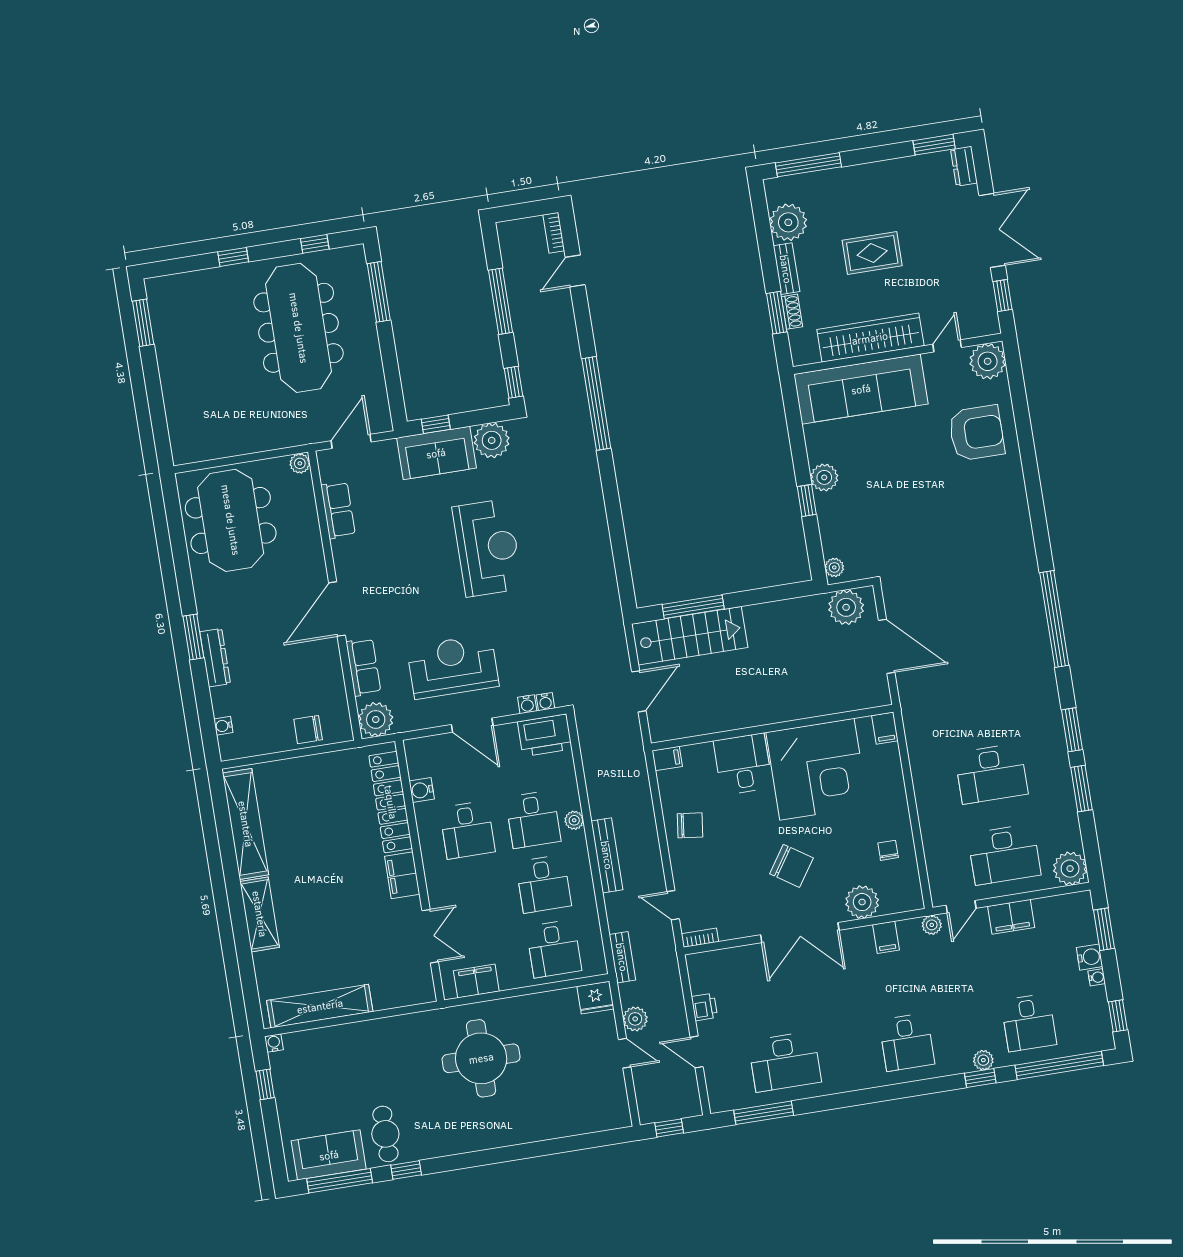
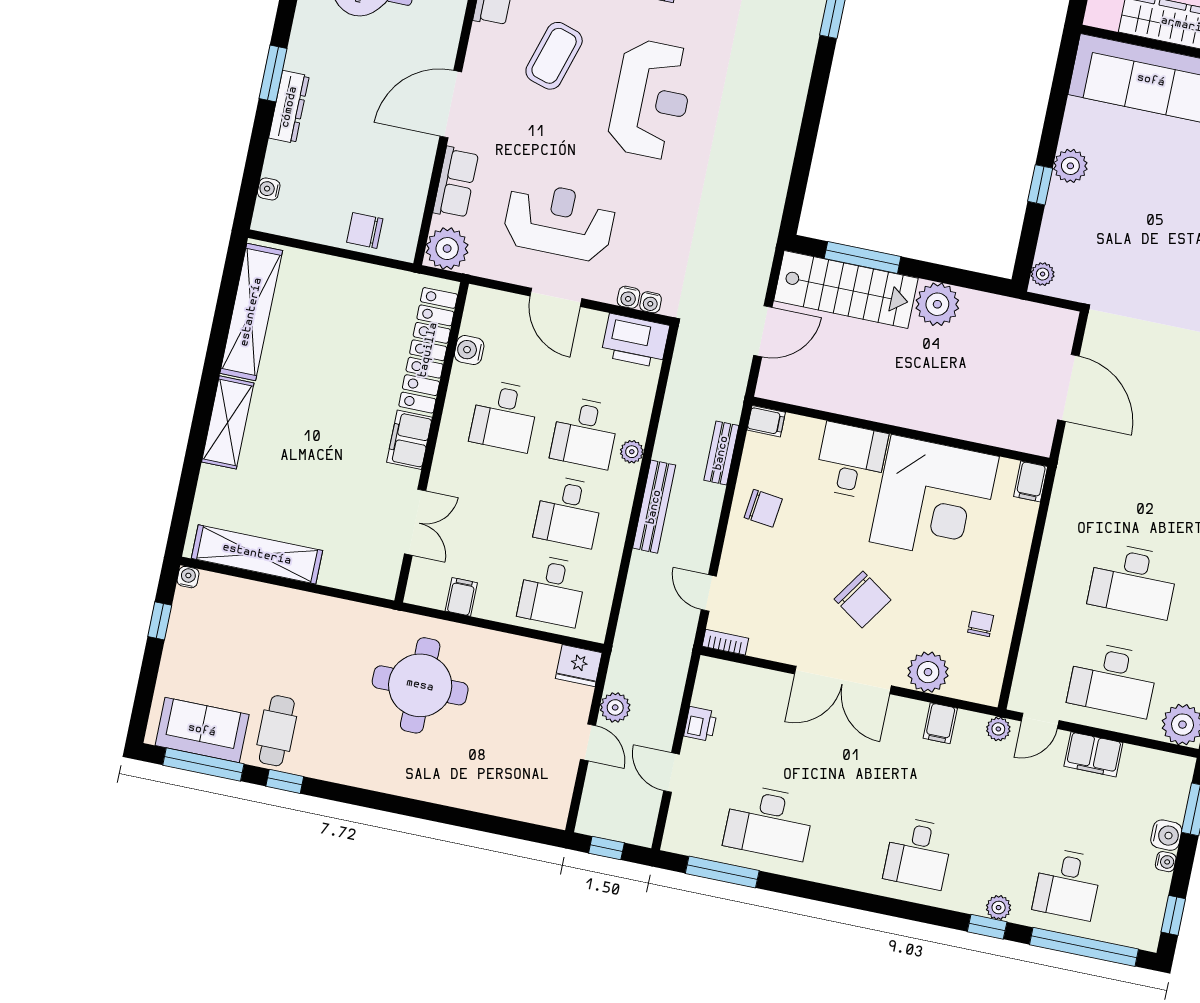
coffee table: (401, 543) -> (554, 56), added
plant: (846, 607) -> (937, 304), moved
bench: (622, 957) -> (721, 453), moved
filing cabinet: (476, 981) -> (461, 597), width x0.50

